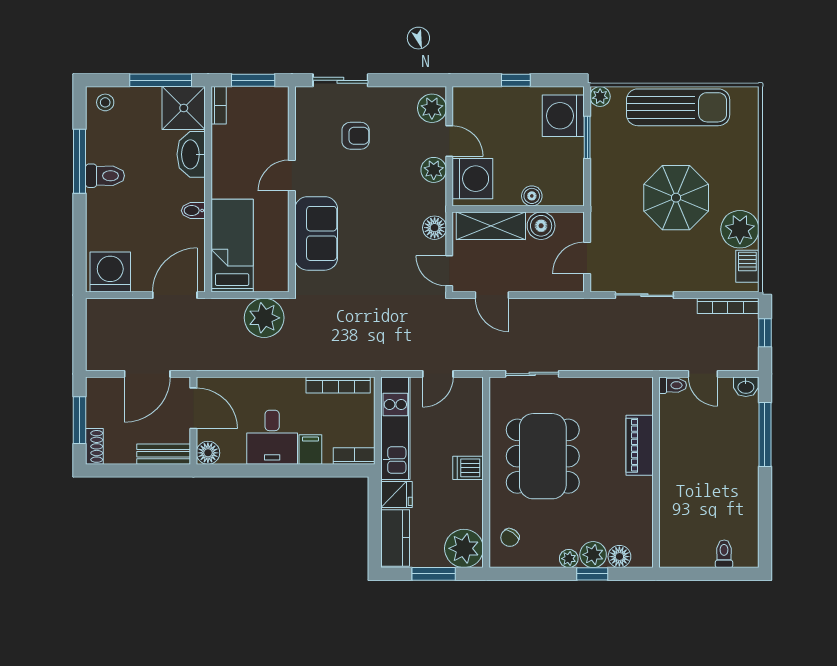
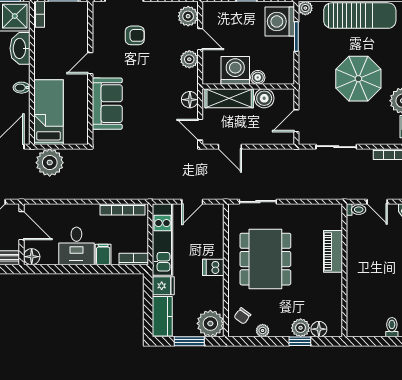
washing machine: (472, 179) -> (235, 70), moved, turned -90
plant: (264, 318) -> (50, 163), moved
plant: (569, 559) -> (263, 331), moved

